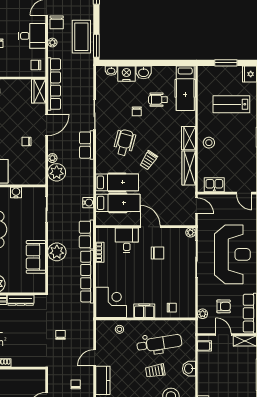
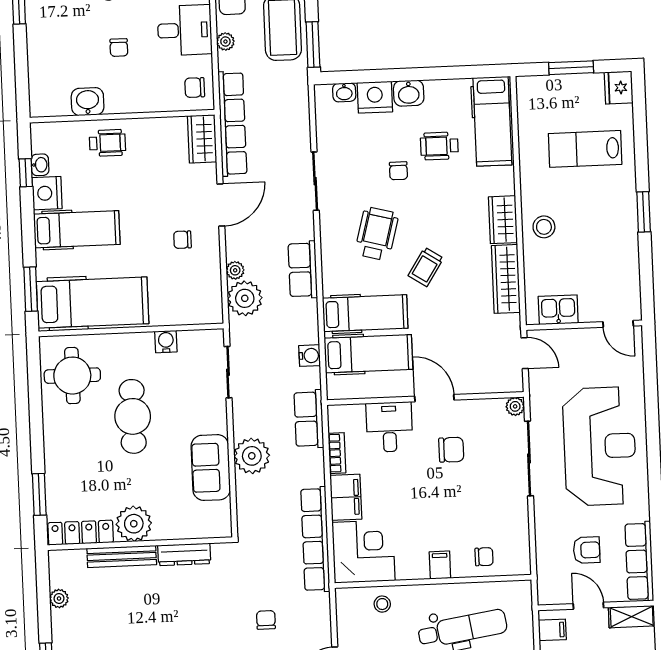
row of seats: (86, 145) -> (303, 270), moved
filing cabinet: (103, 275) -> (346, 497), added
row of seats: (87, 277) -> (315, 539), moved
filing cabinet: (144, 311) -> (440, 565), width x0.50
plant: (203, 314) -> (546, 566), removed

